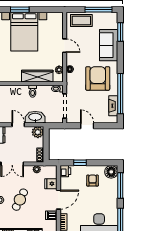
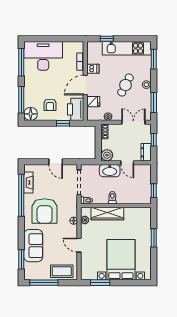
window: (20, 10) -> (100, 283), moved
printer: (65, 171) -> (76, 109), width x1.87, depth x1.48

